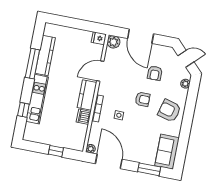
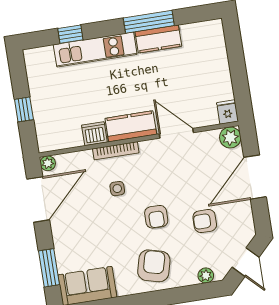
kitchen counter: (45, 56) -> (158, 39), width x0.67

